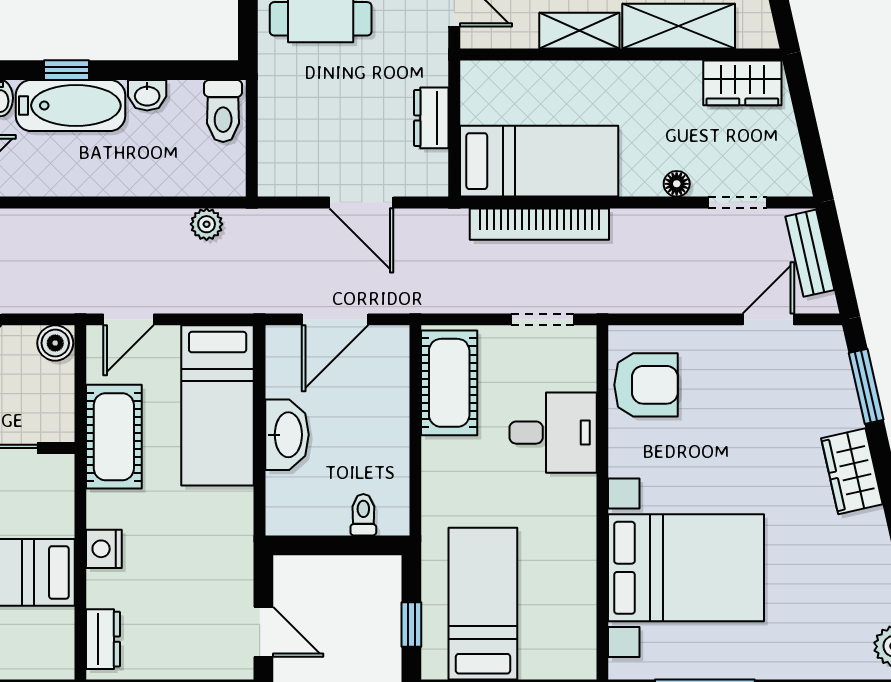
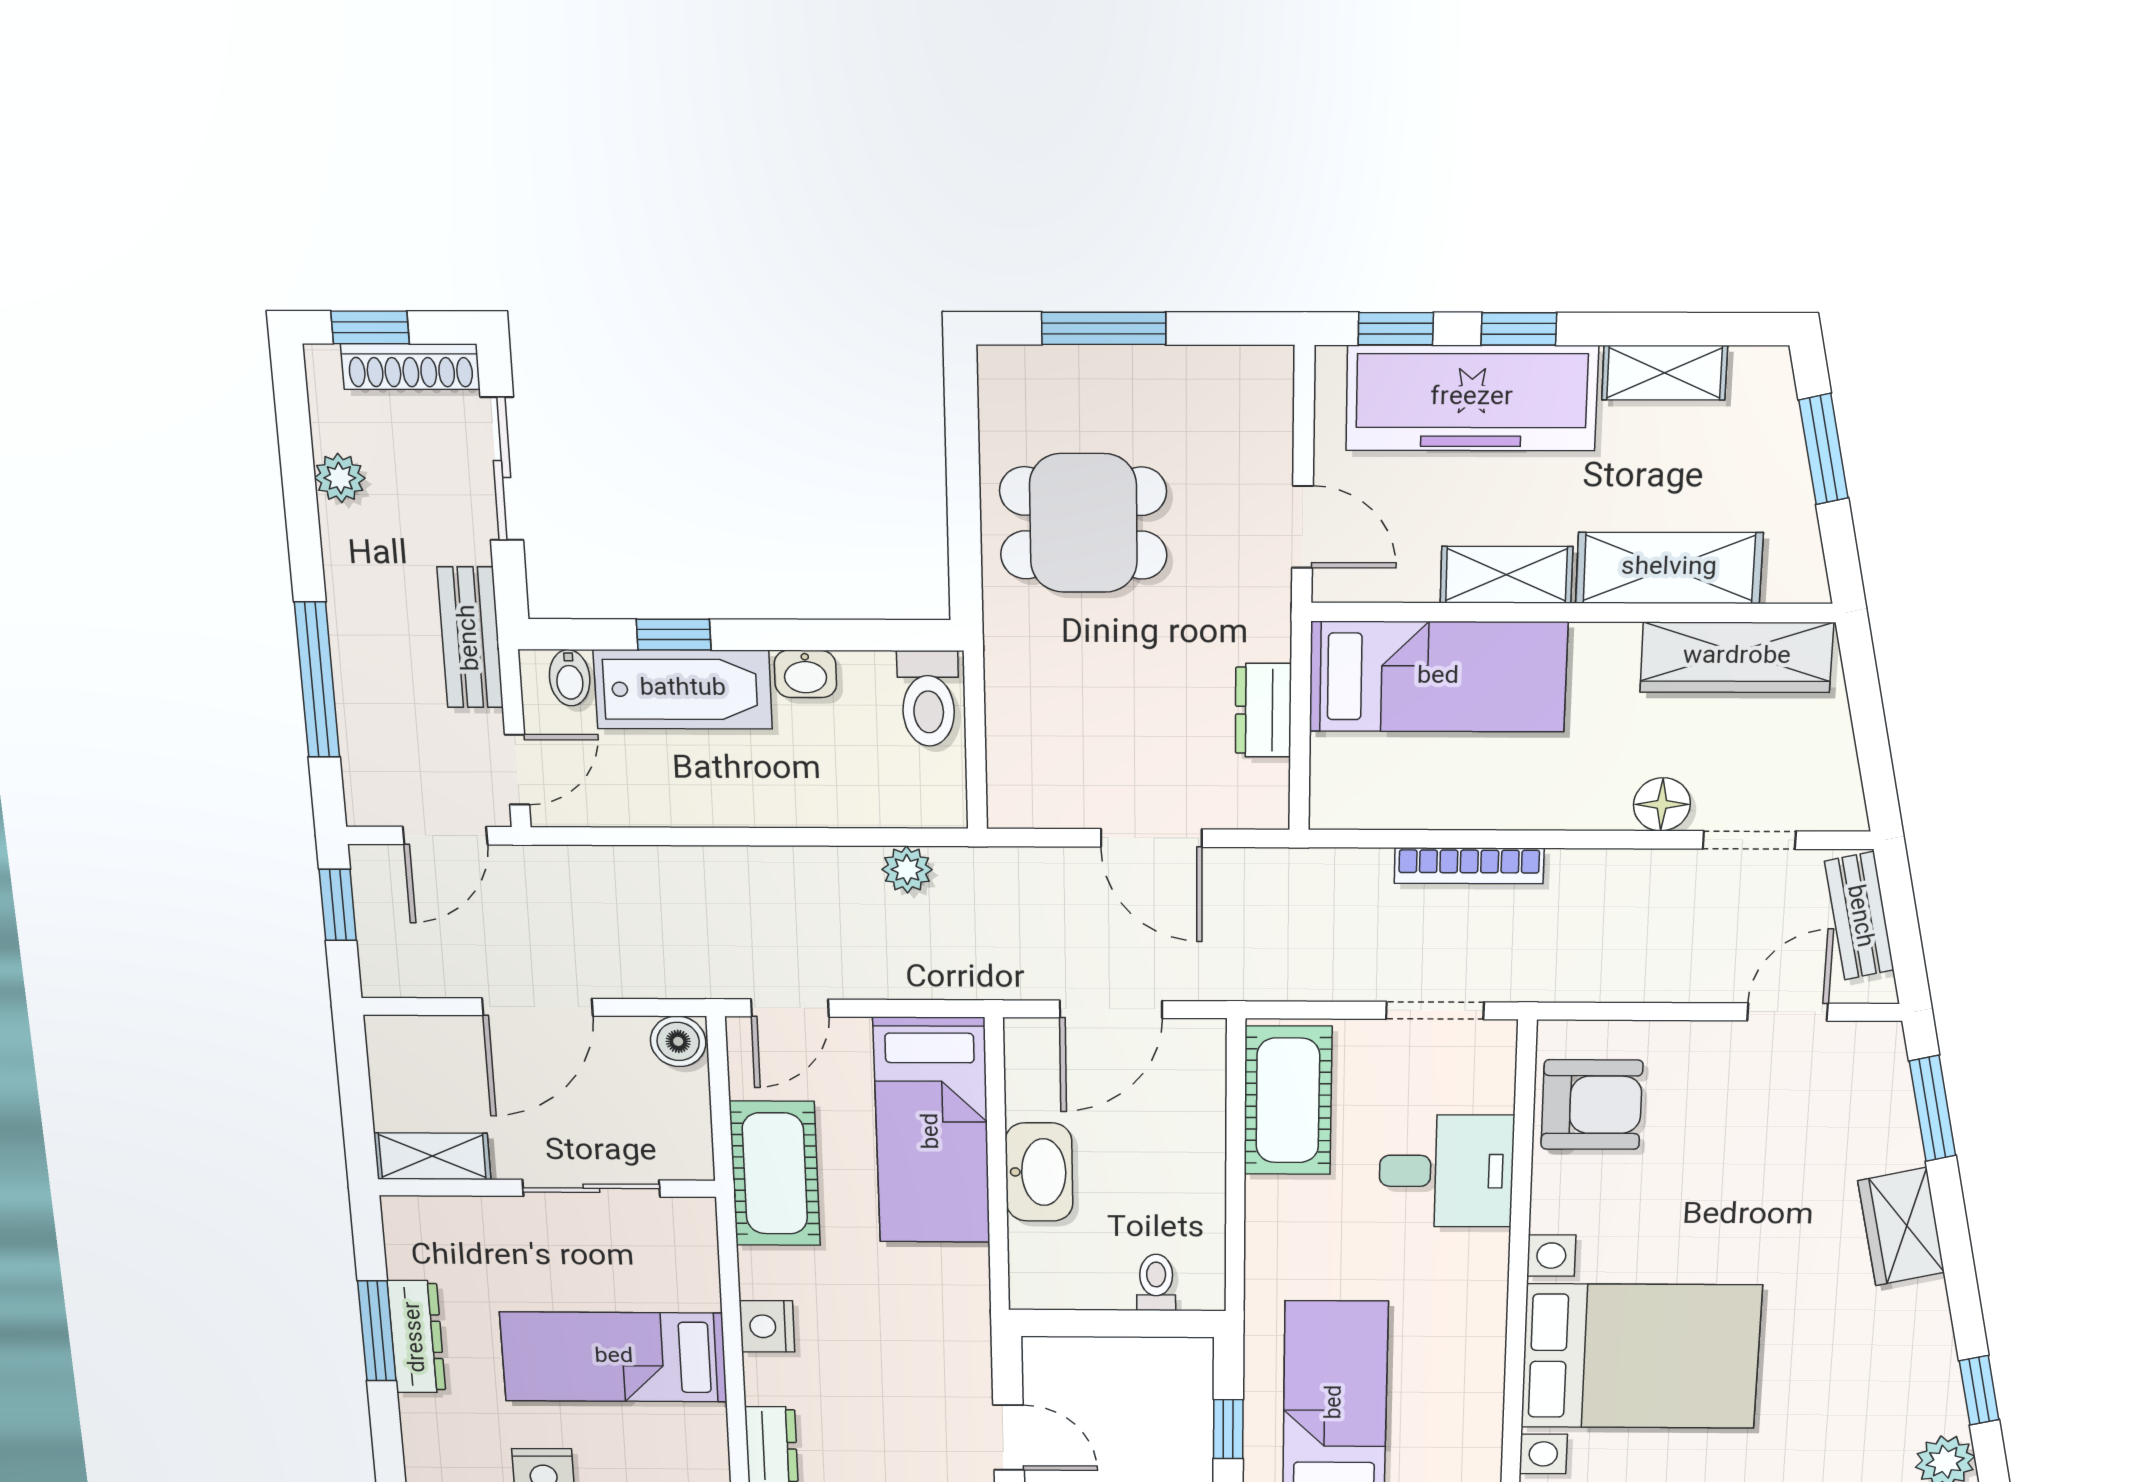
wardrobe: (742, 83) -> (1737, 657), width x1.50
bed: (539, 161) -> (1438, 677), moved
floor lamp: (677, 184) -> (1662, 804), width x1.37, depth x1.37
bookcase: (539, 224) -> (1469, 866), width x0.68, depth x0.76

